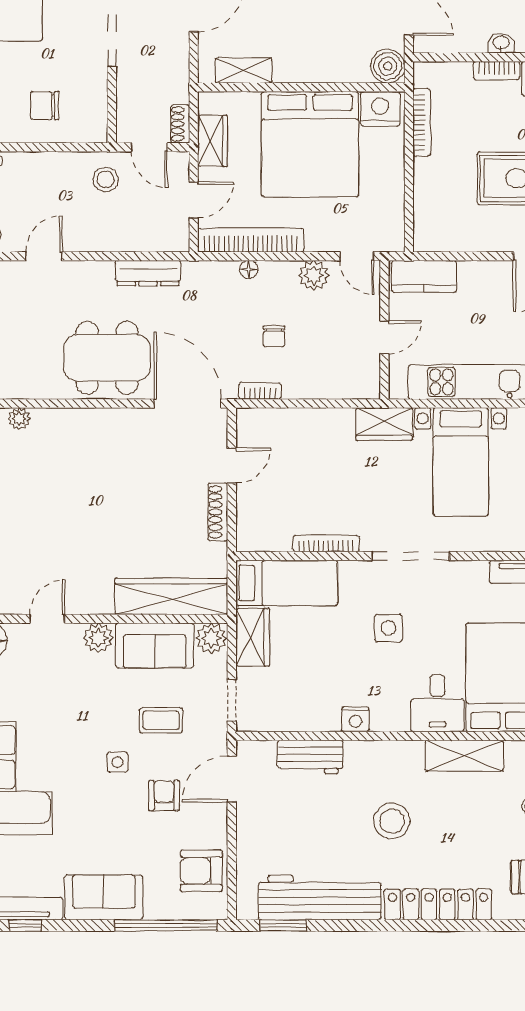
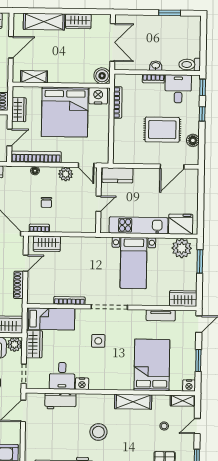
wardrobe: (384, 424) -> (47, 244), moved
desk: (437, 703) -> (62, 376), moved

